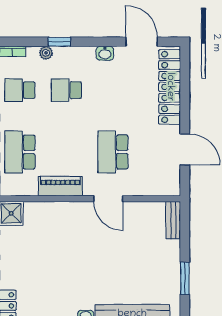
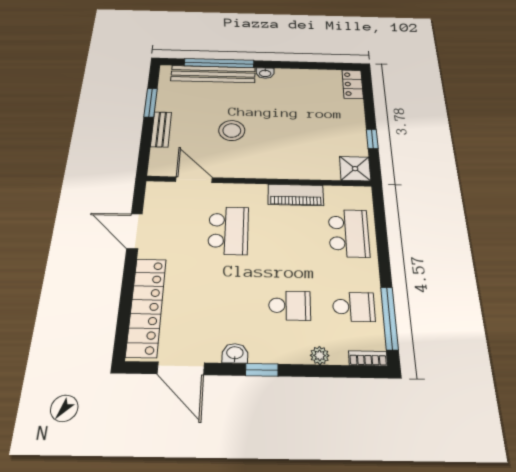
window: (59, 42) -> (262, 370), moved
door: (108, 199) -> (194, 180), moved
bench: (173, 220) -> (161, 129), moved
stool: (114, 250) -> (232, 130), added

